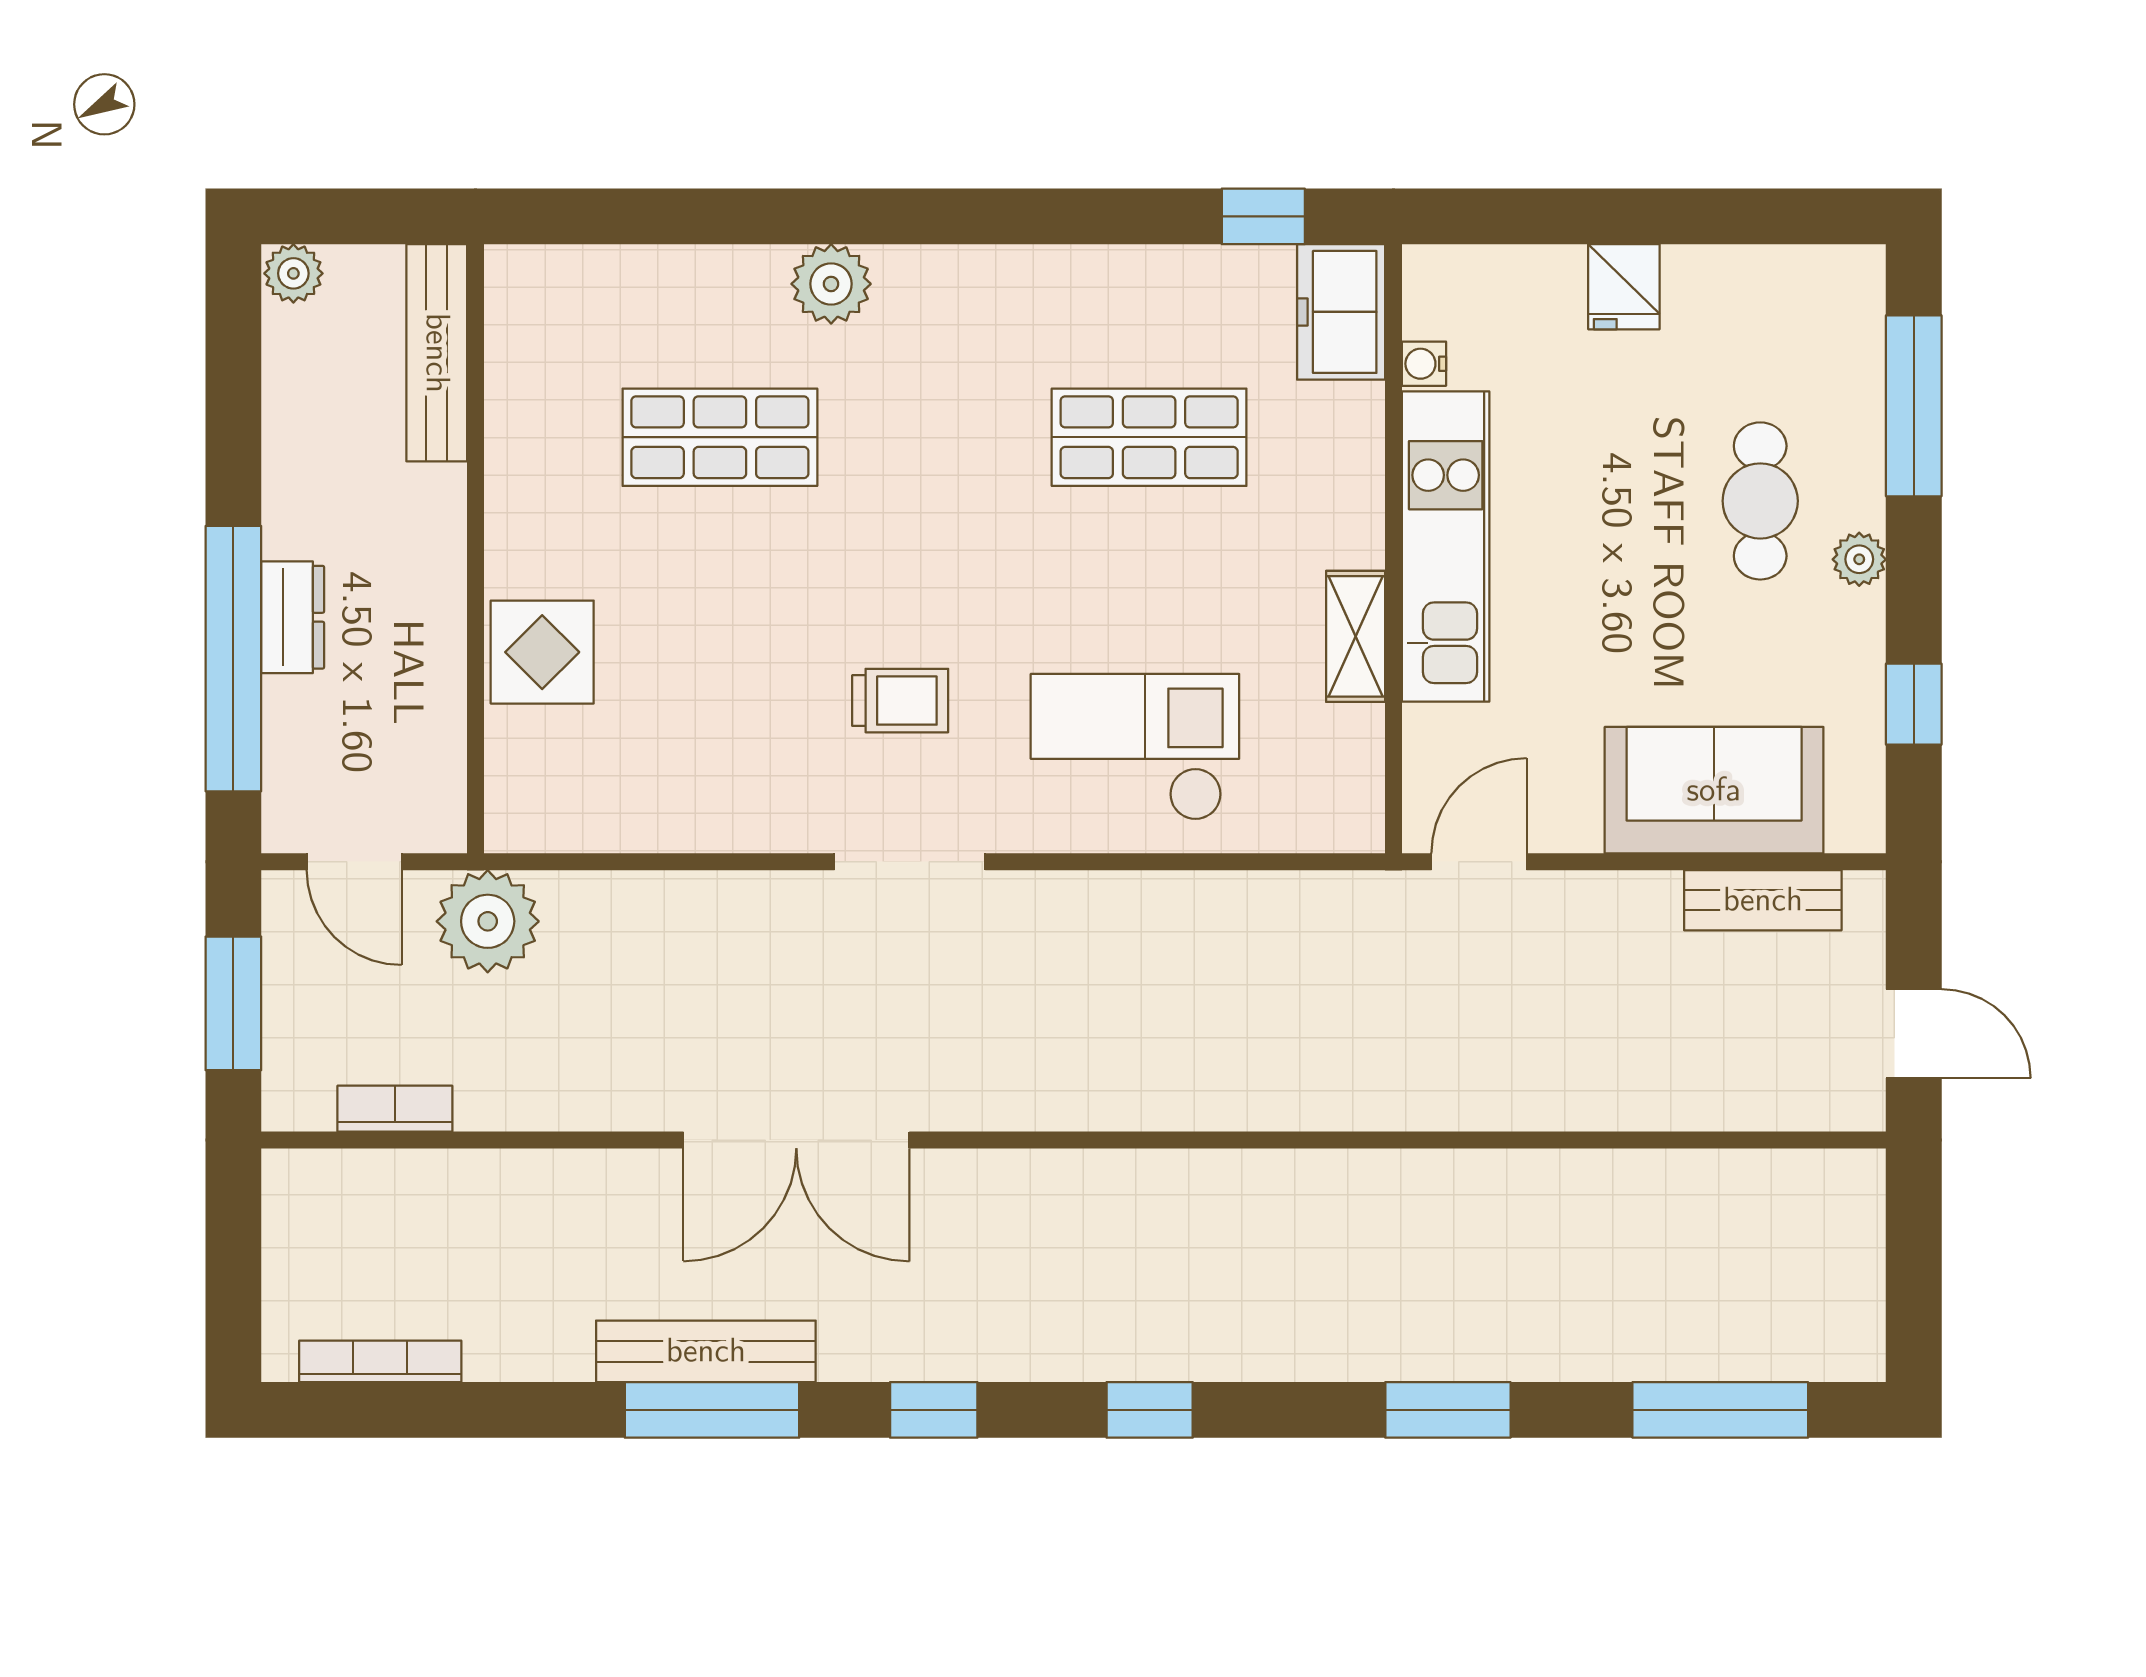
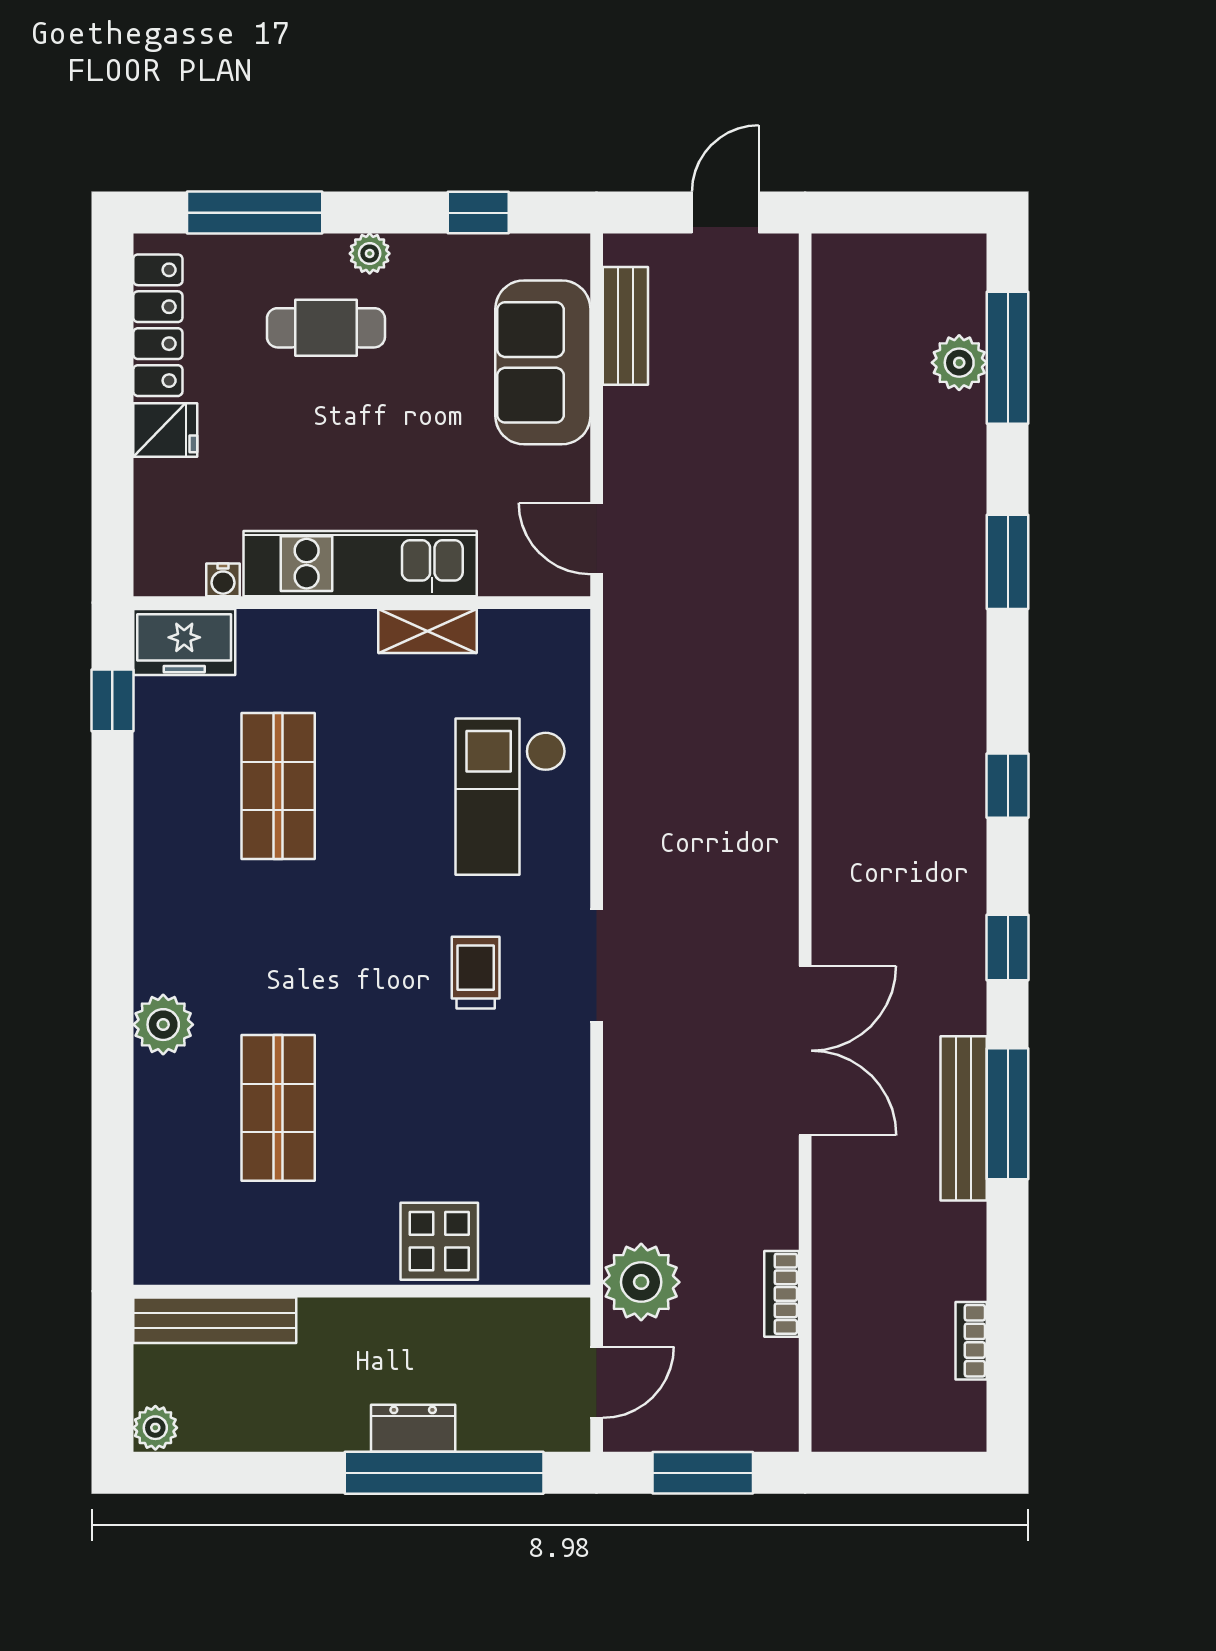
locker: (1764, 277) -> (158, 325), added
bookcase: (395, 1109) -> (782, 1294), moved
plant: (1714, 1345) -> (959, 363), added
bookcase: (380, 1361) -> (971, 1341), width x0.64

